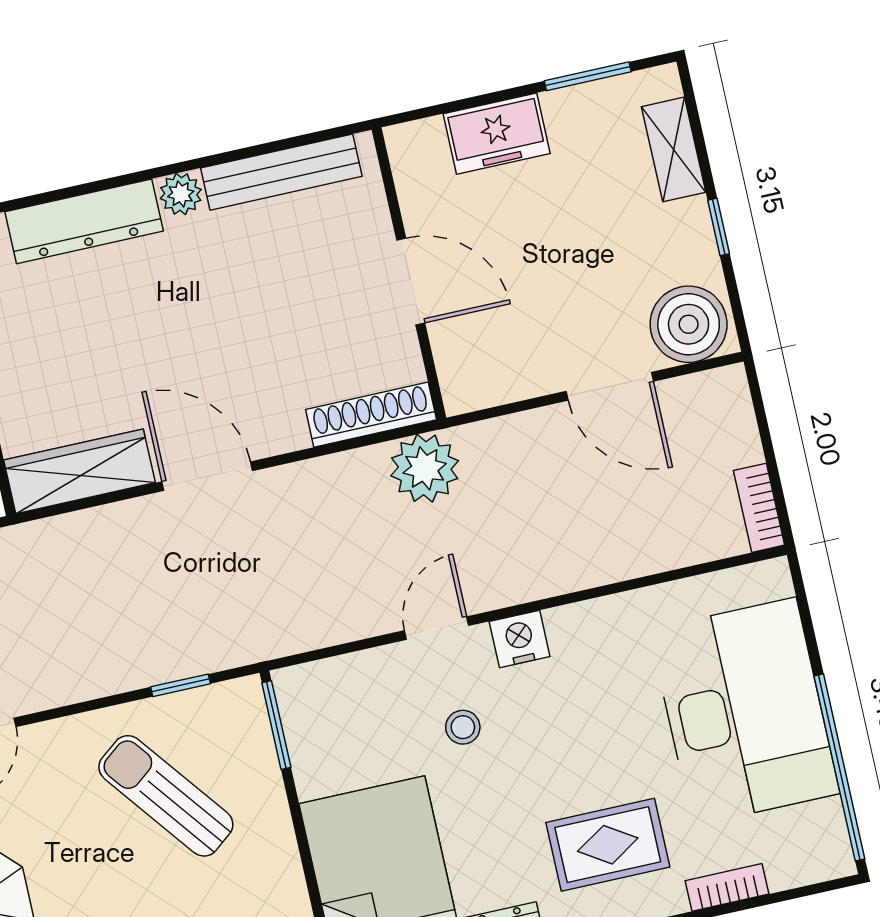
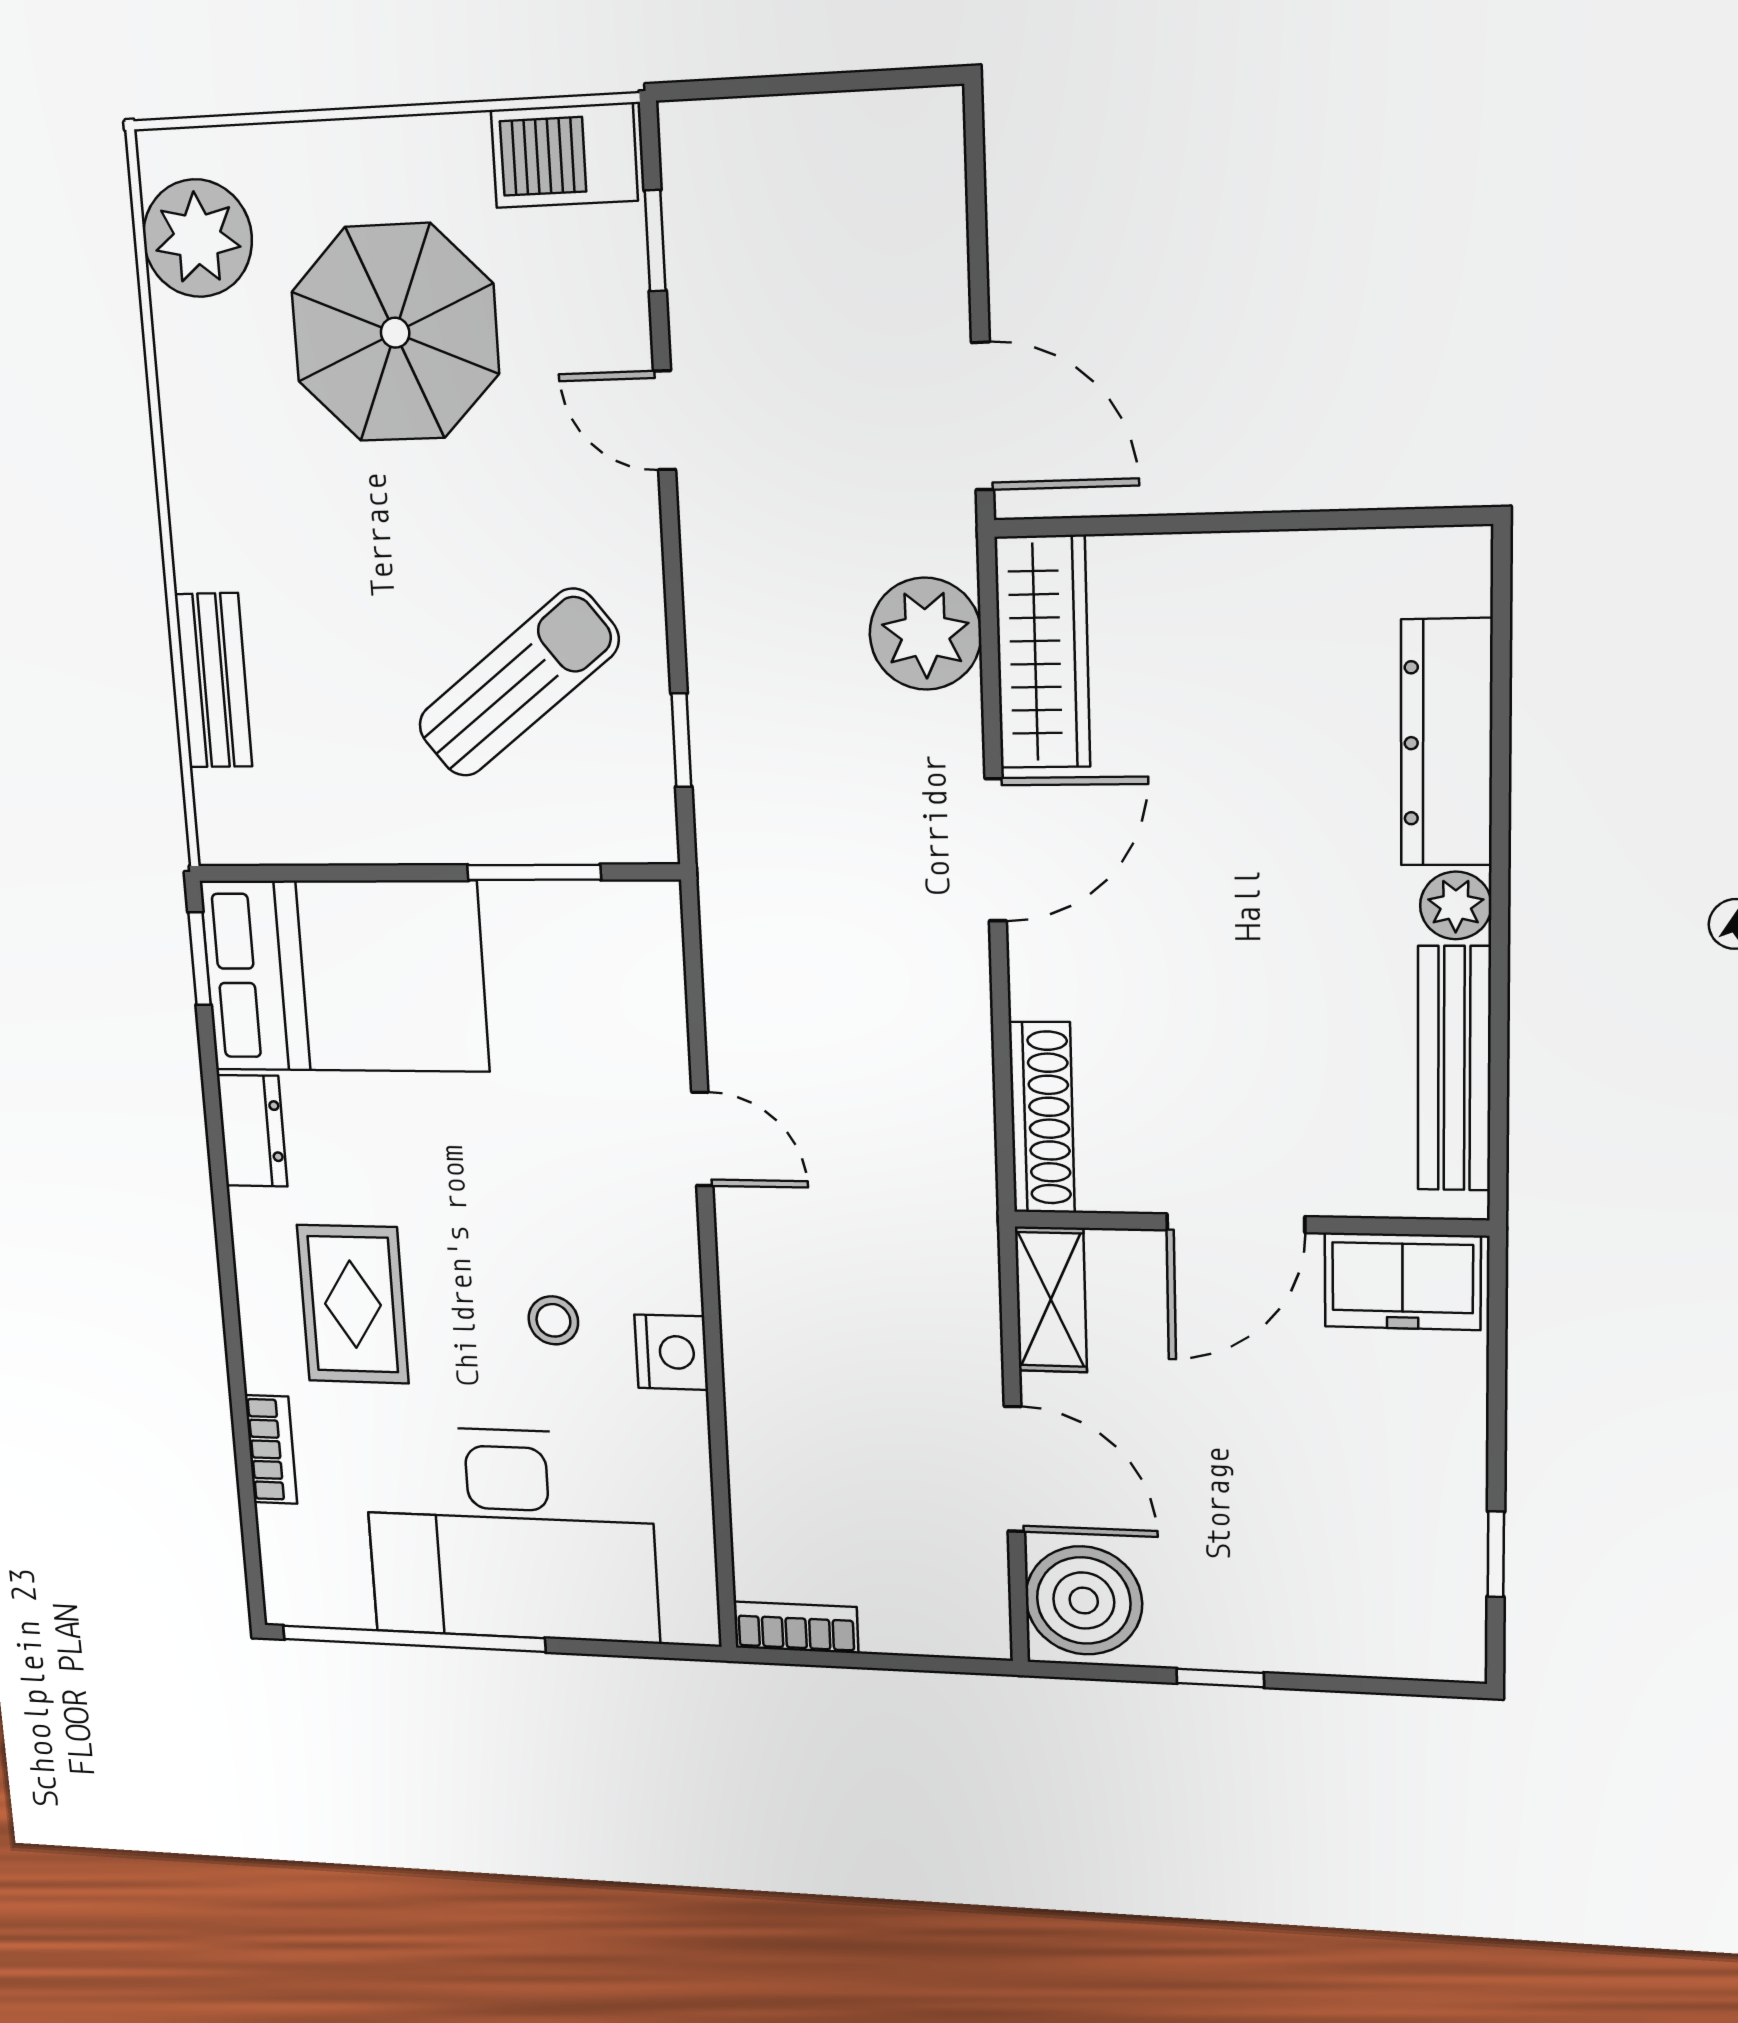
window: (588, 76) -> (1496, 1554), width x0.67
freezer: (497, 134) -> (1403, 1281), moved, turned -90
shelving: (674, 149) -> (1051, 1300), moved, turned 90
door: (610, 386) -> (1014, 1469), swing flipped
plant: (425, 468) -> (925, 634), moved
nightstand: (520, 639) -> (671, 1352), moved
window: (276, 725) -> (534, 872), moved
stool: (463, 727) -> (553, 1320), moved

